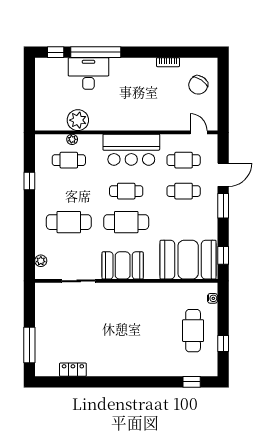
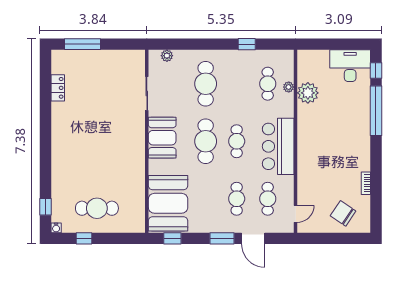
desk: (88, 74) -> (350, 66), moved, turned -90
water cooler: (213, 298) -> (56, 228), moved

